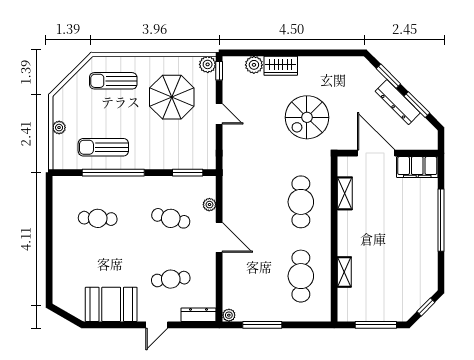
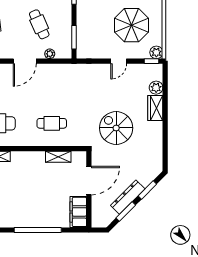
cafe table: (301, 202) -> (52, 123), width x0.73, depth x0.74
cafe table: (171, 218) -> (39, 24), turned -39

